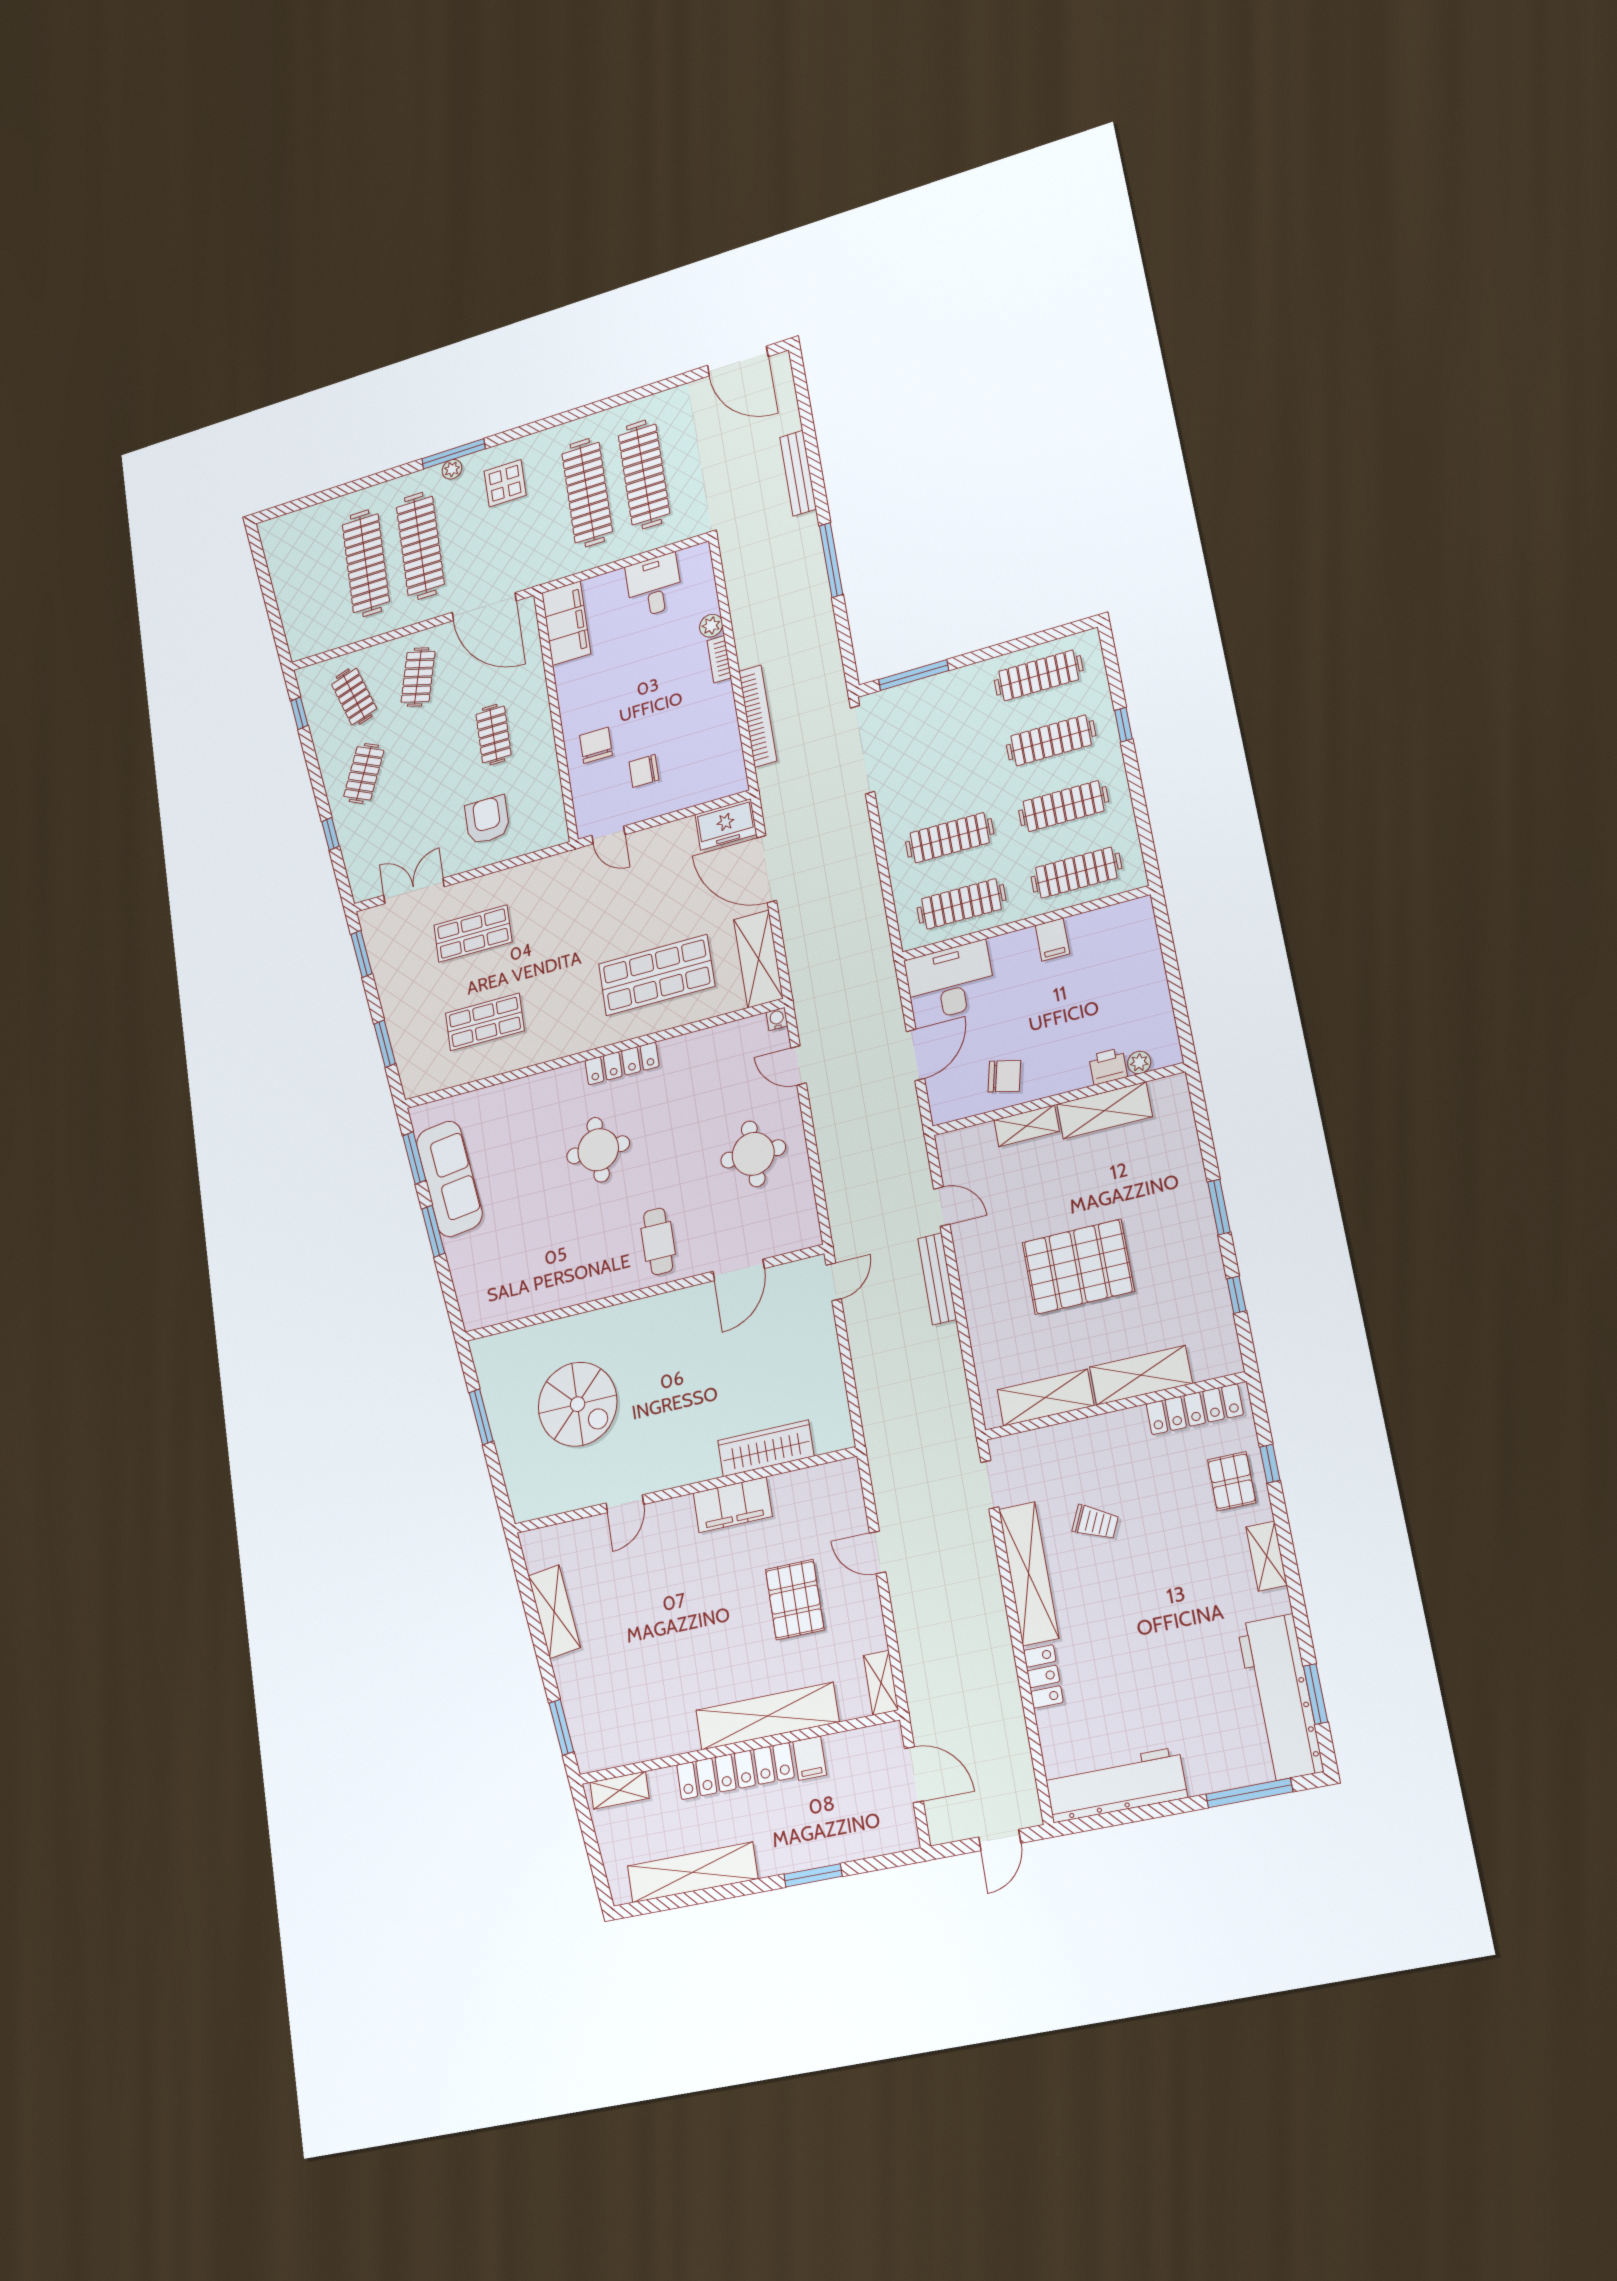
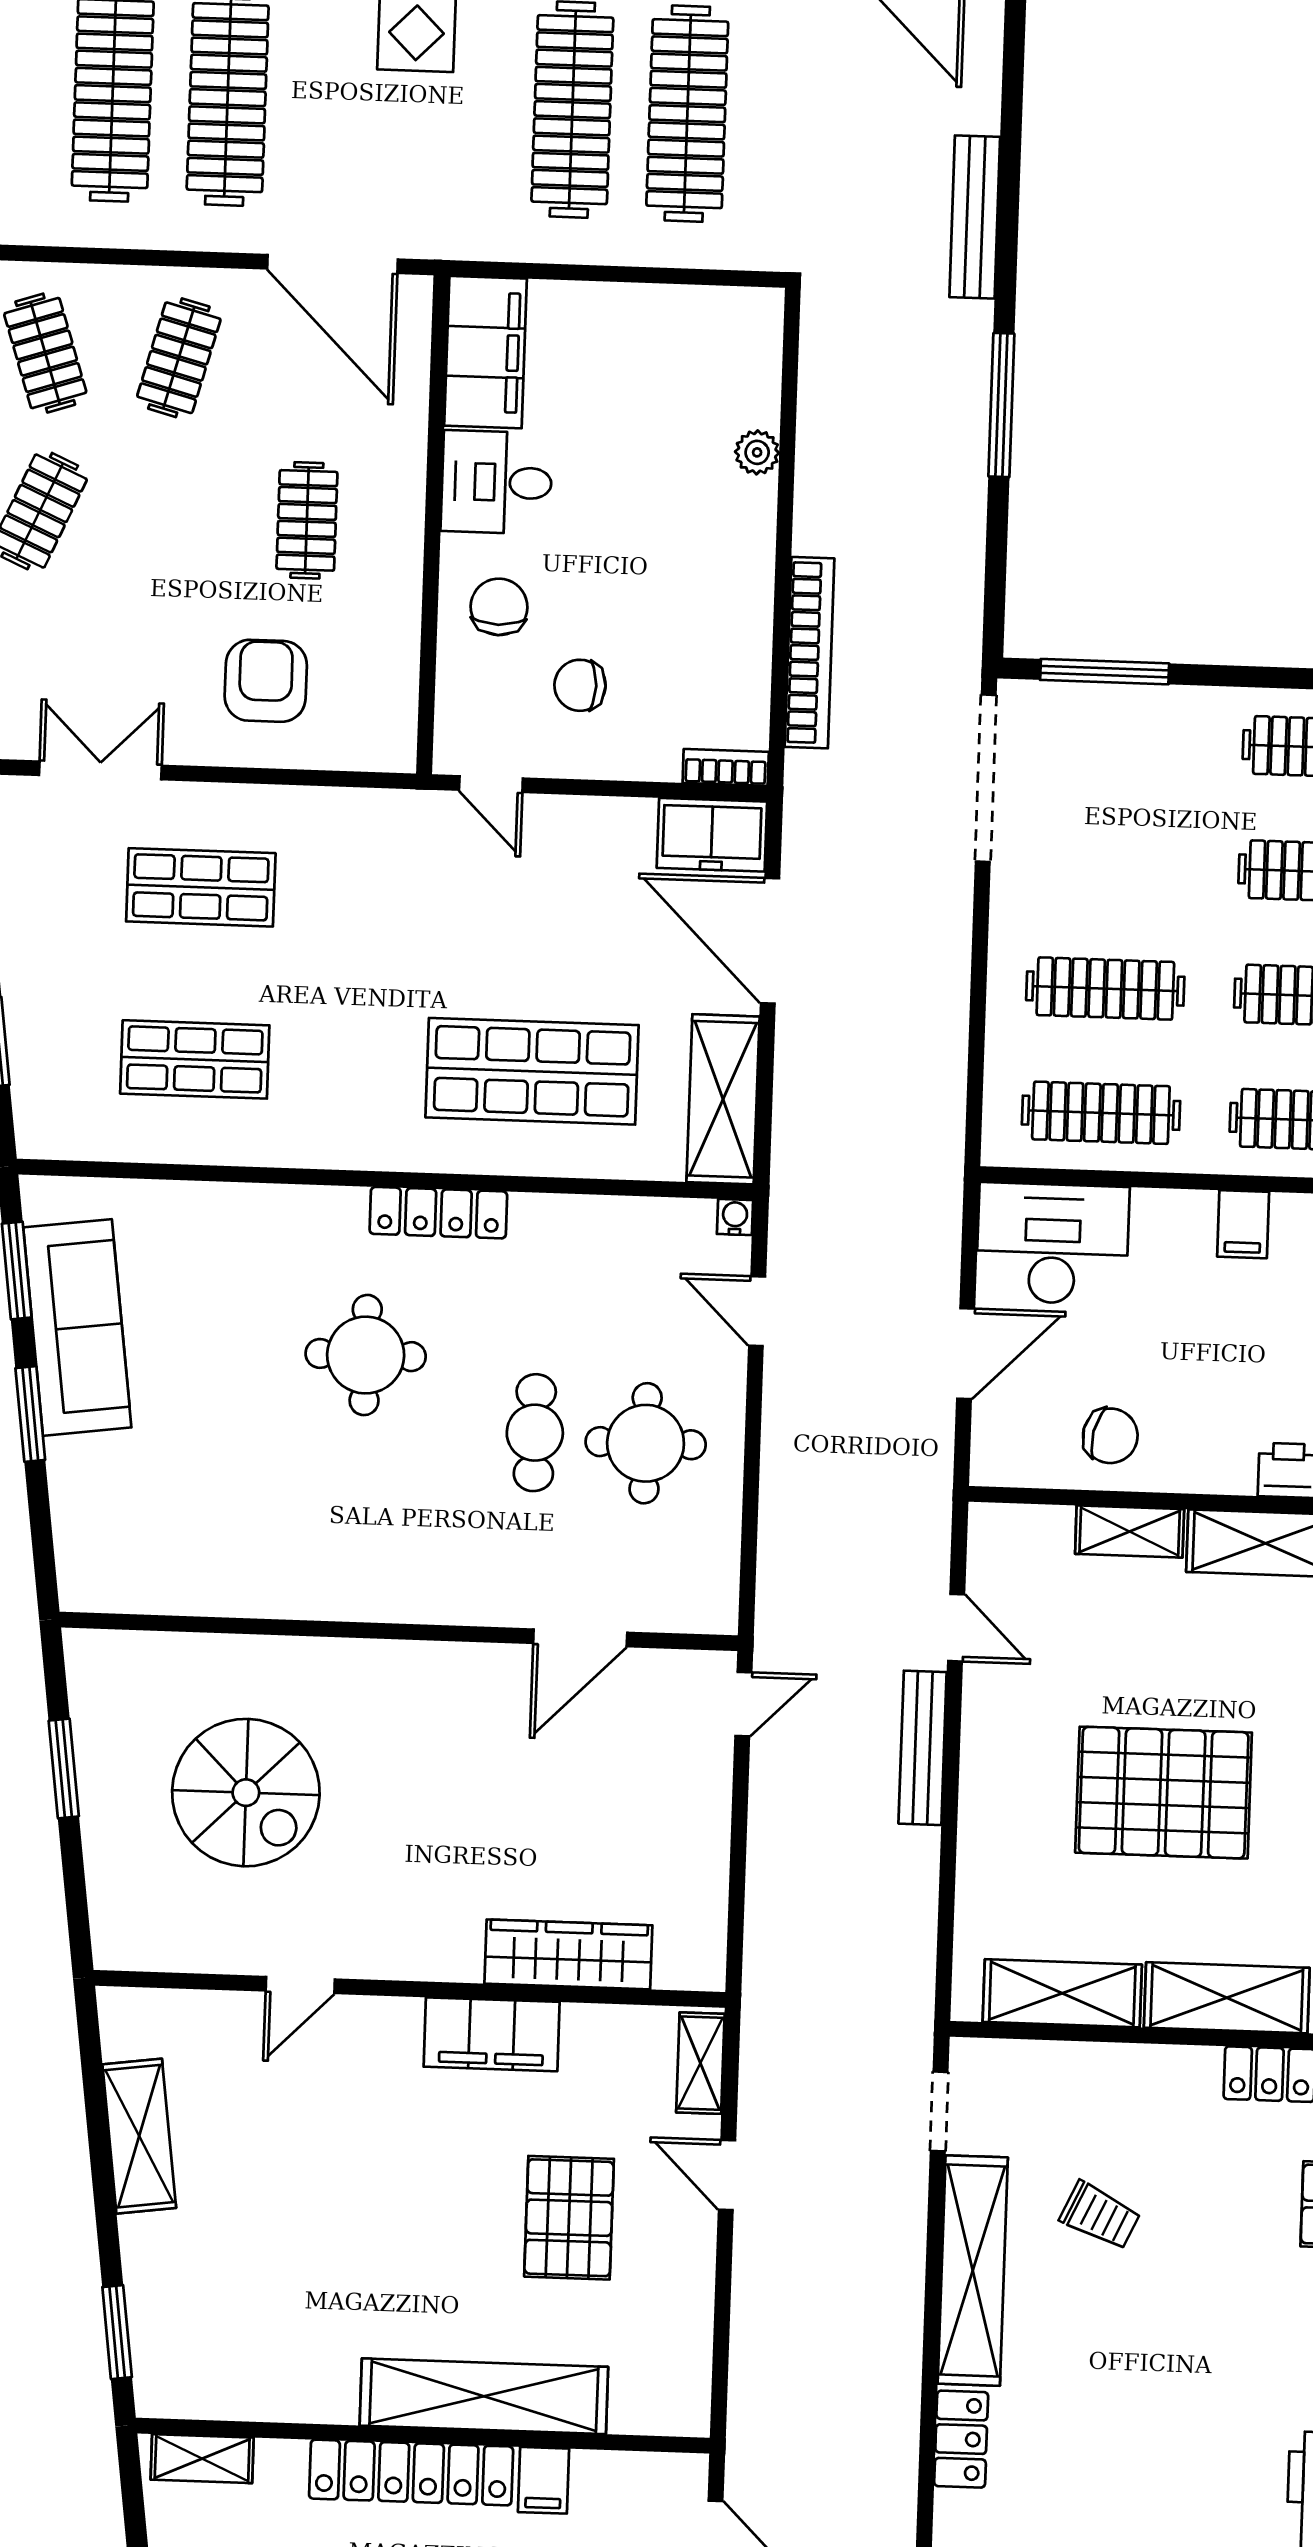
desk: (654, 586) -> (497, 482), moved, turned -90
bookcase: (719, 659) -> (726, 767), moved, turned 90
cafe table: (658, 1241) -> (535, 1433), moved
shelving: (881, 1683) -> (700, 2063), moved

